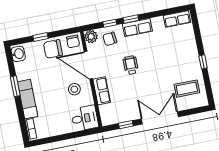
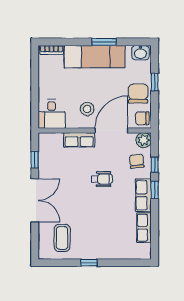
row of seats: (177, 19) -> (144, 228), moved
exam couch: (28, 99) -> (95, 57), width x1.36, depth x1.45

